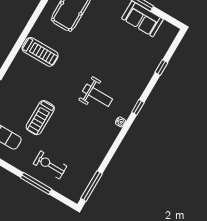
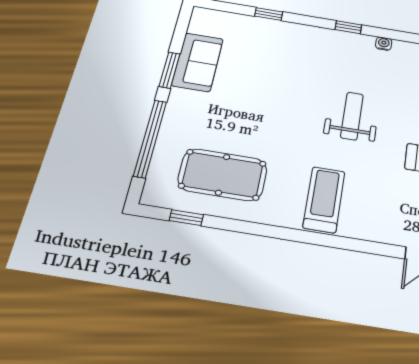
weight bench: (98, 95) -> (352, 116), moved

